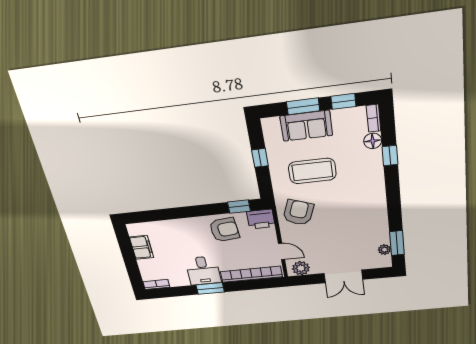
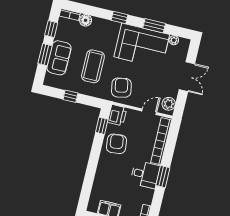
window: (390, 156) -> (119, 17), moved
armchair: (298, 212) -> (121, 88), turned 59
corner sofa: (363, 217) -> (142, 46), added
window: (397, 243) -> (154, 26), moved

